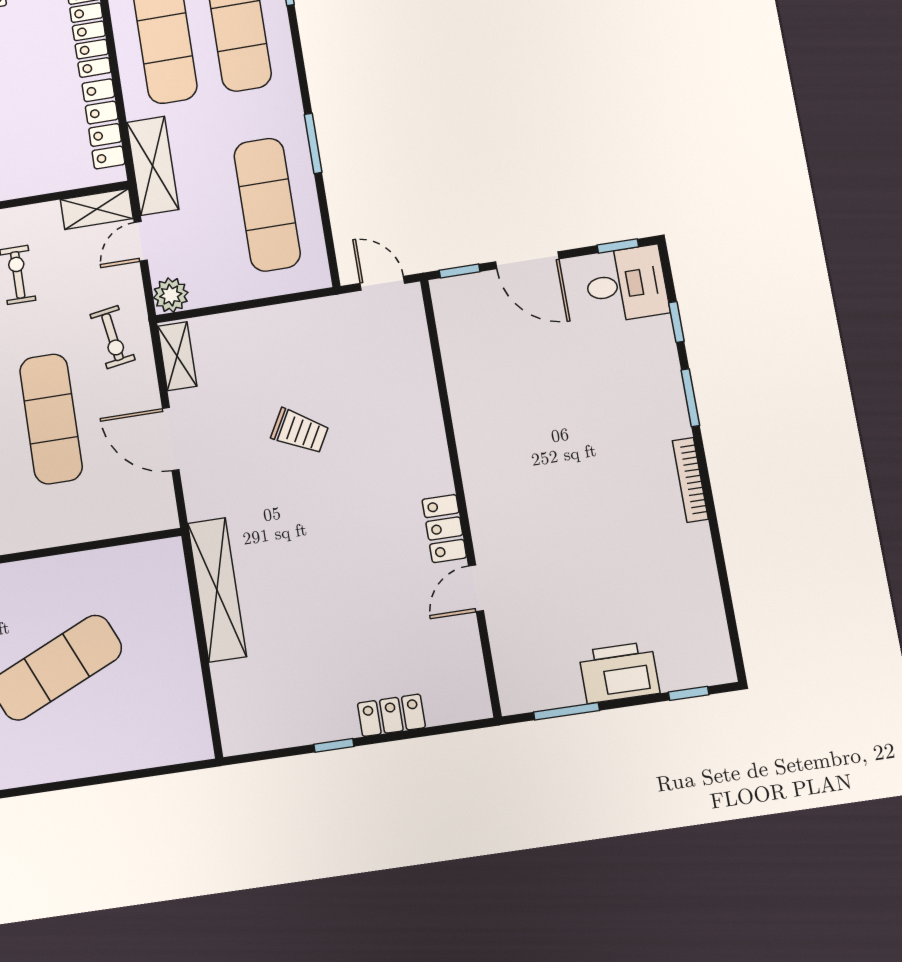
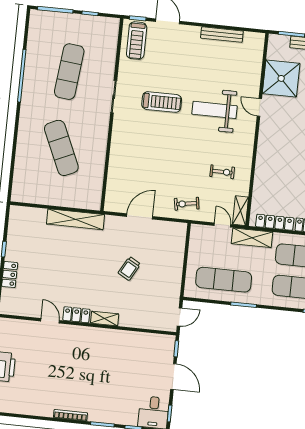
door: (527, 260) -> (173, 377), swing flipped
plant: (171, 295) -> (197, 231), removed
shelving: (177, 356) -> (105, 319), moved
exercise mat: (51, 419) -> (160, 171), removed

